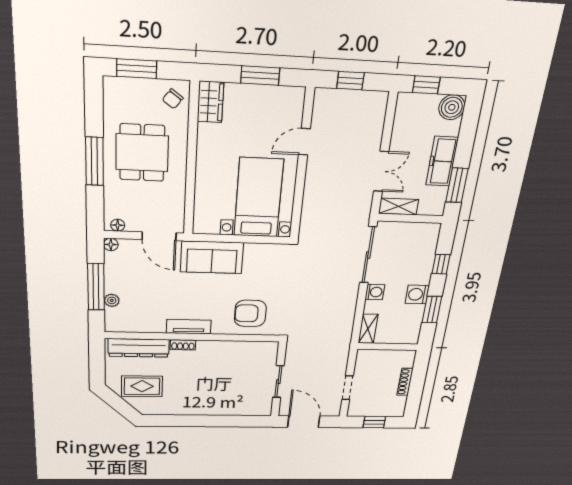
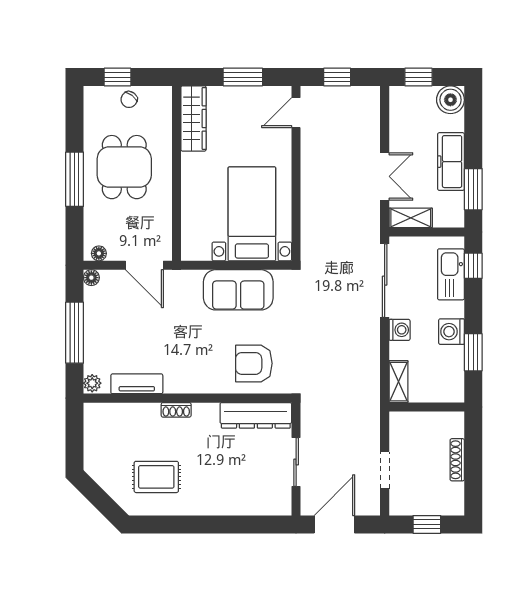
window: (137, 69) -> (117, 77), width x0.67
chair: (173, 99) -> (129, 99), moved
wardrobe: (210, 102) -> (193, 118), width x1.50
door: (304, 142) -> (296, 113), moved
kitchen sink: (425, 252) -> (451, 274), added
sofa: (212, 257) -> (238, 290), moved
window: (441, 264) -> (473, 266), moved
plant: (112, 300) -> (92, 383), moved
tv unit: (189, 327) -> (137, 384), moved
dresser: (139, 348) -> (256, 415), moved
rug: (142, 386) -> (156, 477), moved
door: (304, 422) -> (334, 524), hinge flipped

